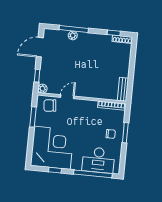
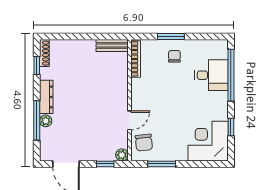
dresser: (90, 38) -> (46, 97), added
door: (67, 97) -> (130, 120), swing flipped
corner desk: (52, 148) -> (208, 141), width x0.74, depth x0.74
desk: (98, 160) -> (211, 75), width x0.73

